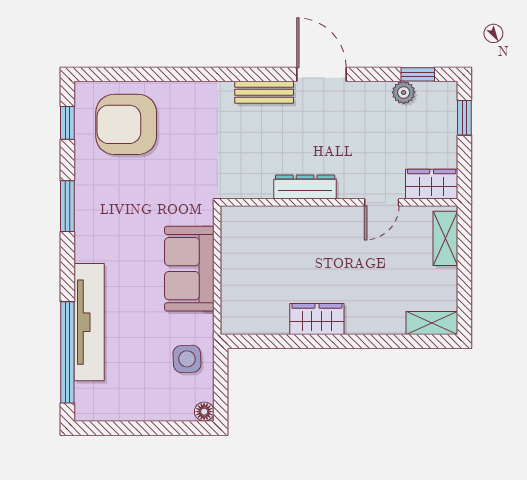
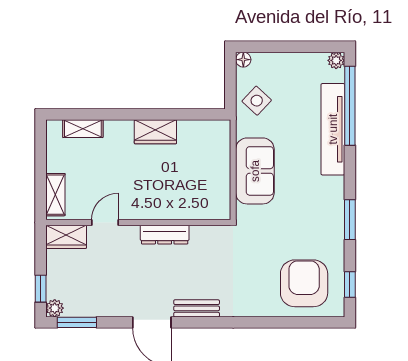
window: (418, 74) -> (77, 322), width x1.50
plant: (404, 92) -> (55, 308), moved
armchair: (126, 124) -> (304, 283), turned -90
shelving: (432, 323) -> (83, 129), moved
side table: (187, 359) -> (257, 101), turned 45
plant: (85, 410) -> (336, 60), added

